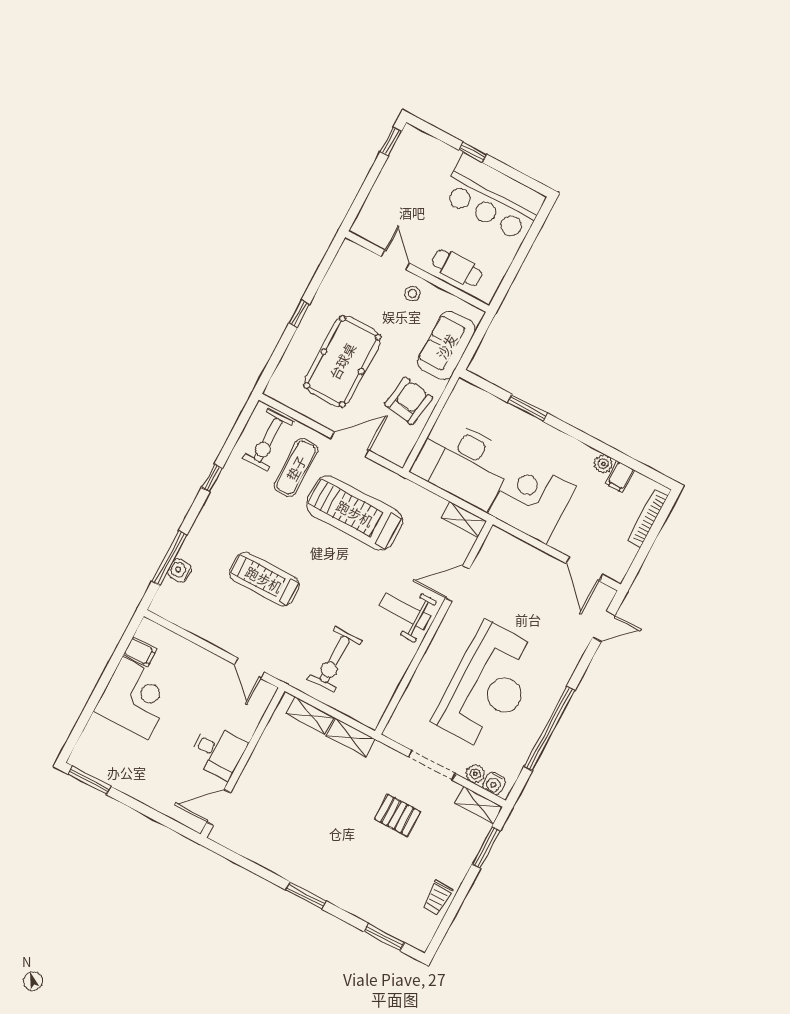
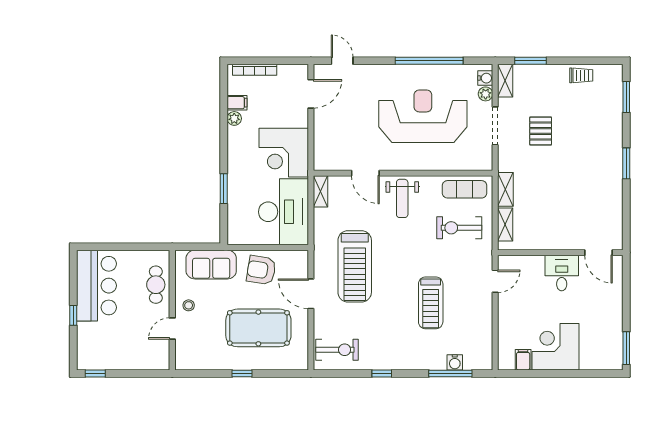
exercise mat: (296, 468) -> (465, 189), moved
exercise bike: (335, 660) -> (459, 228), turned 180

